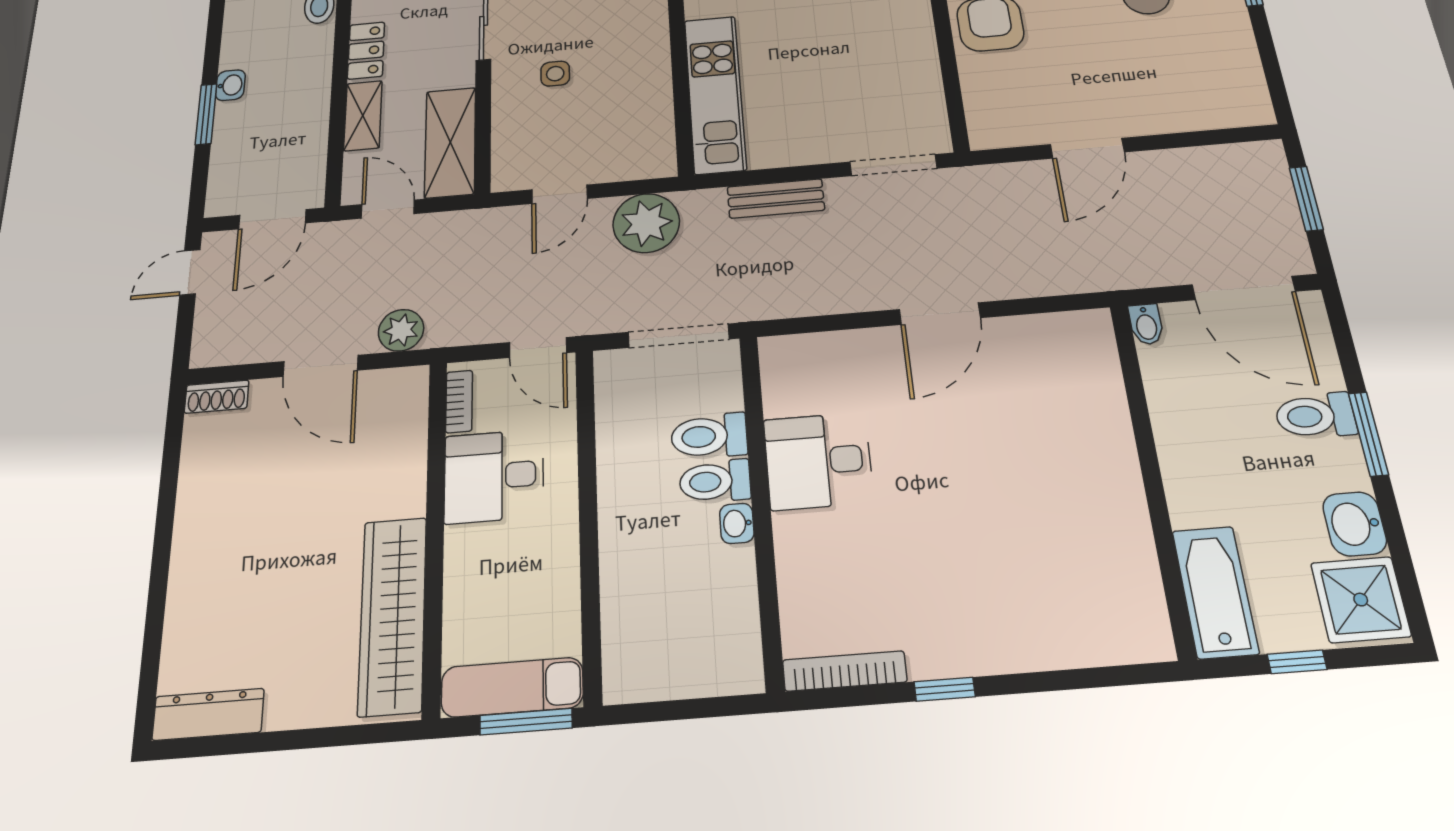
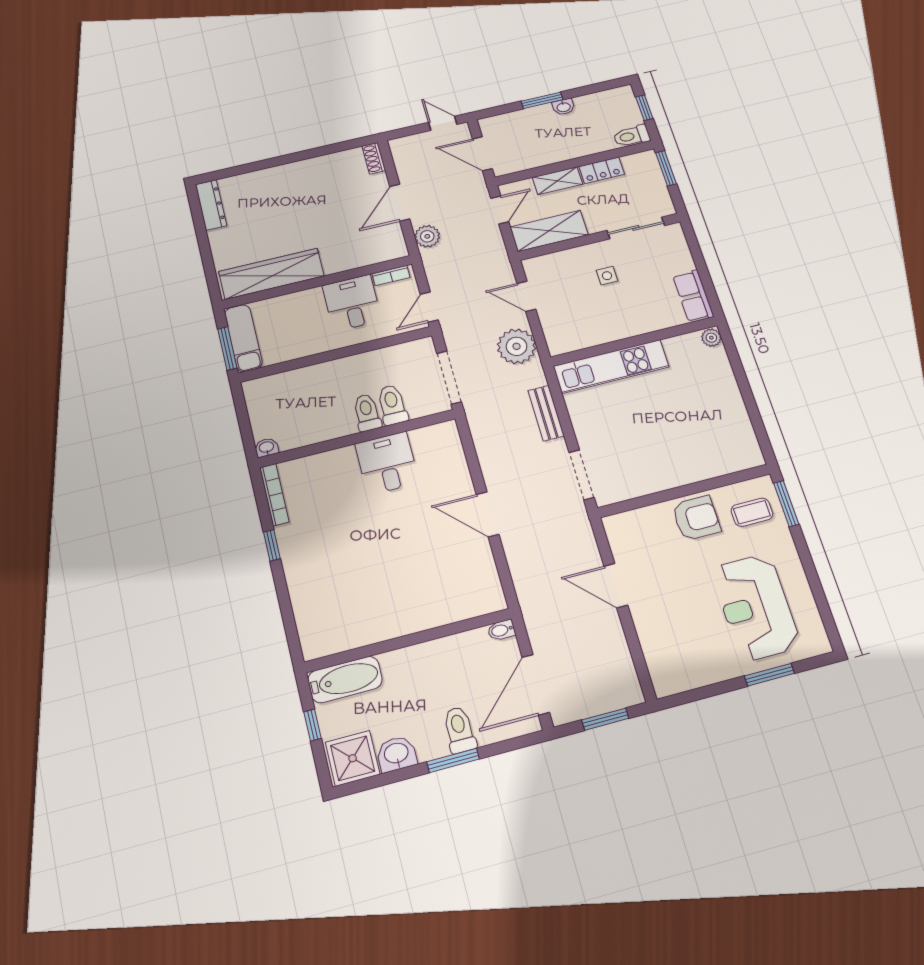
washbasin: (737, 523) -> (266, 447), moved

